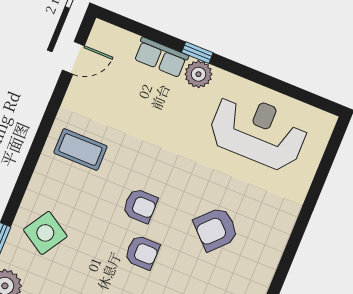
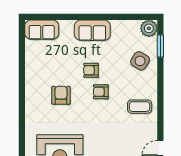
armchair: (216, 229) -> (61, 95), turned -44

